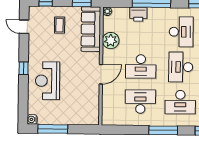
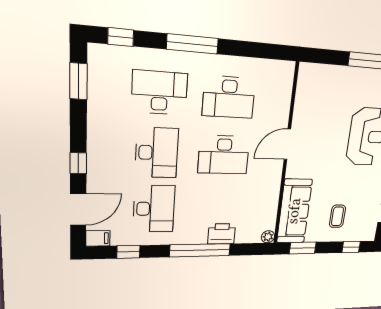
desk: (181, 32) -> (154, 209), turned 180
plant: (111, 41) -> (267, 195), removed
desk: (141, 66) -> (224, 155), turned 180

